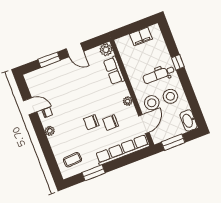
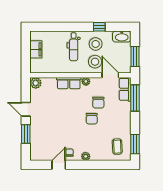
door: (75, 50) -> (26, 109), swing flipped
window: (178, 62) -> (99, 27), moved
row of seats: (114, 71) -> (69, 83), moved
row of seats: (122, 150) -> (125, 89), width x0.50
window: (130, 159) -> (135, 98), added
window: (94, 173) -> (135, 144), moved

